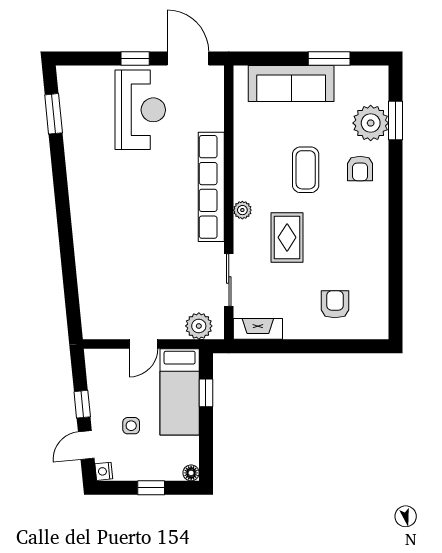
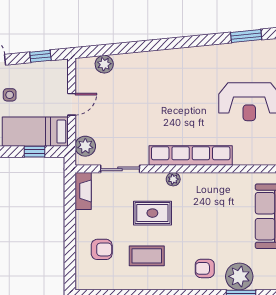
coffee table: (306, 170) -> (147, 256), moved
plant: (91, 301) -> (104, 64), added
door: (143, 344) -> (72, 104), swing flipped
window: (82, 404) -> (40, 56), moved

